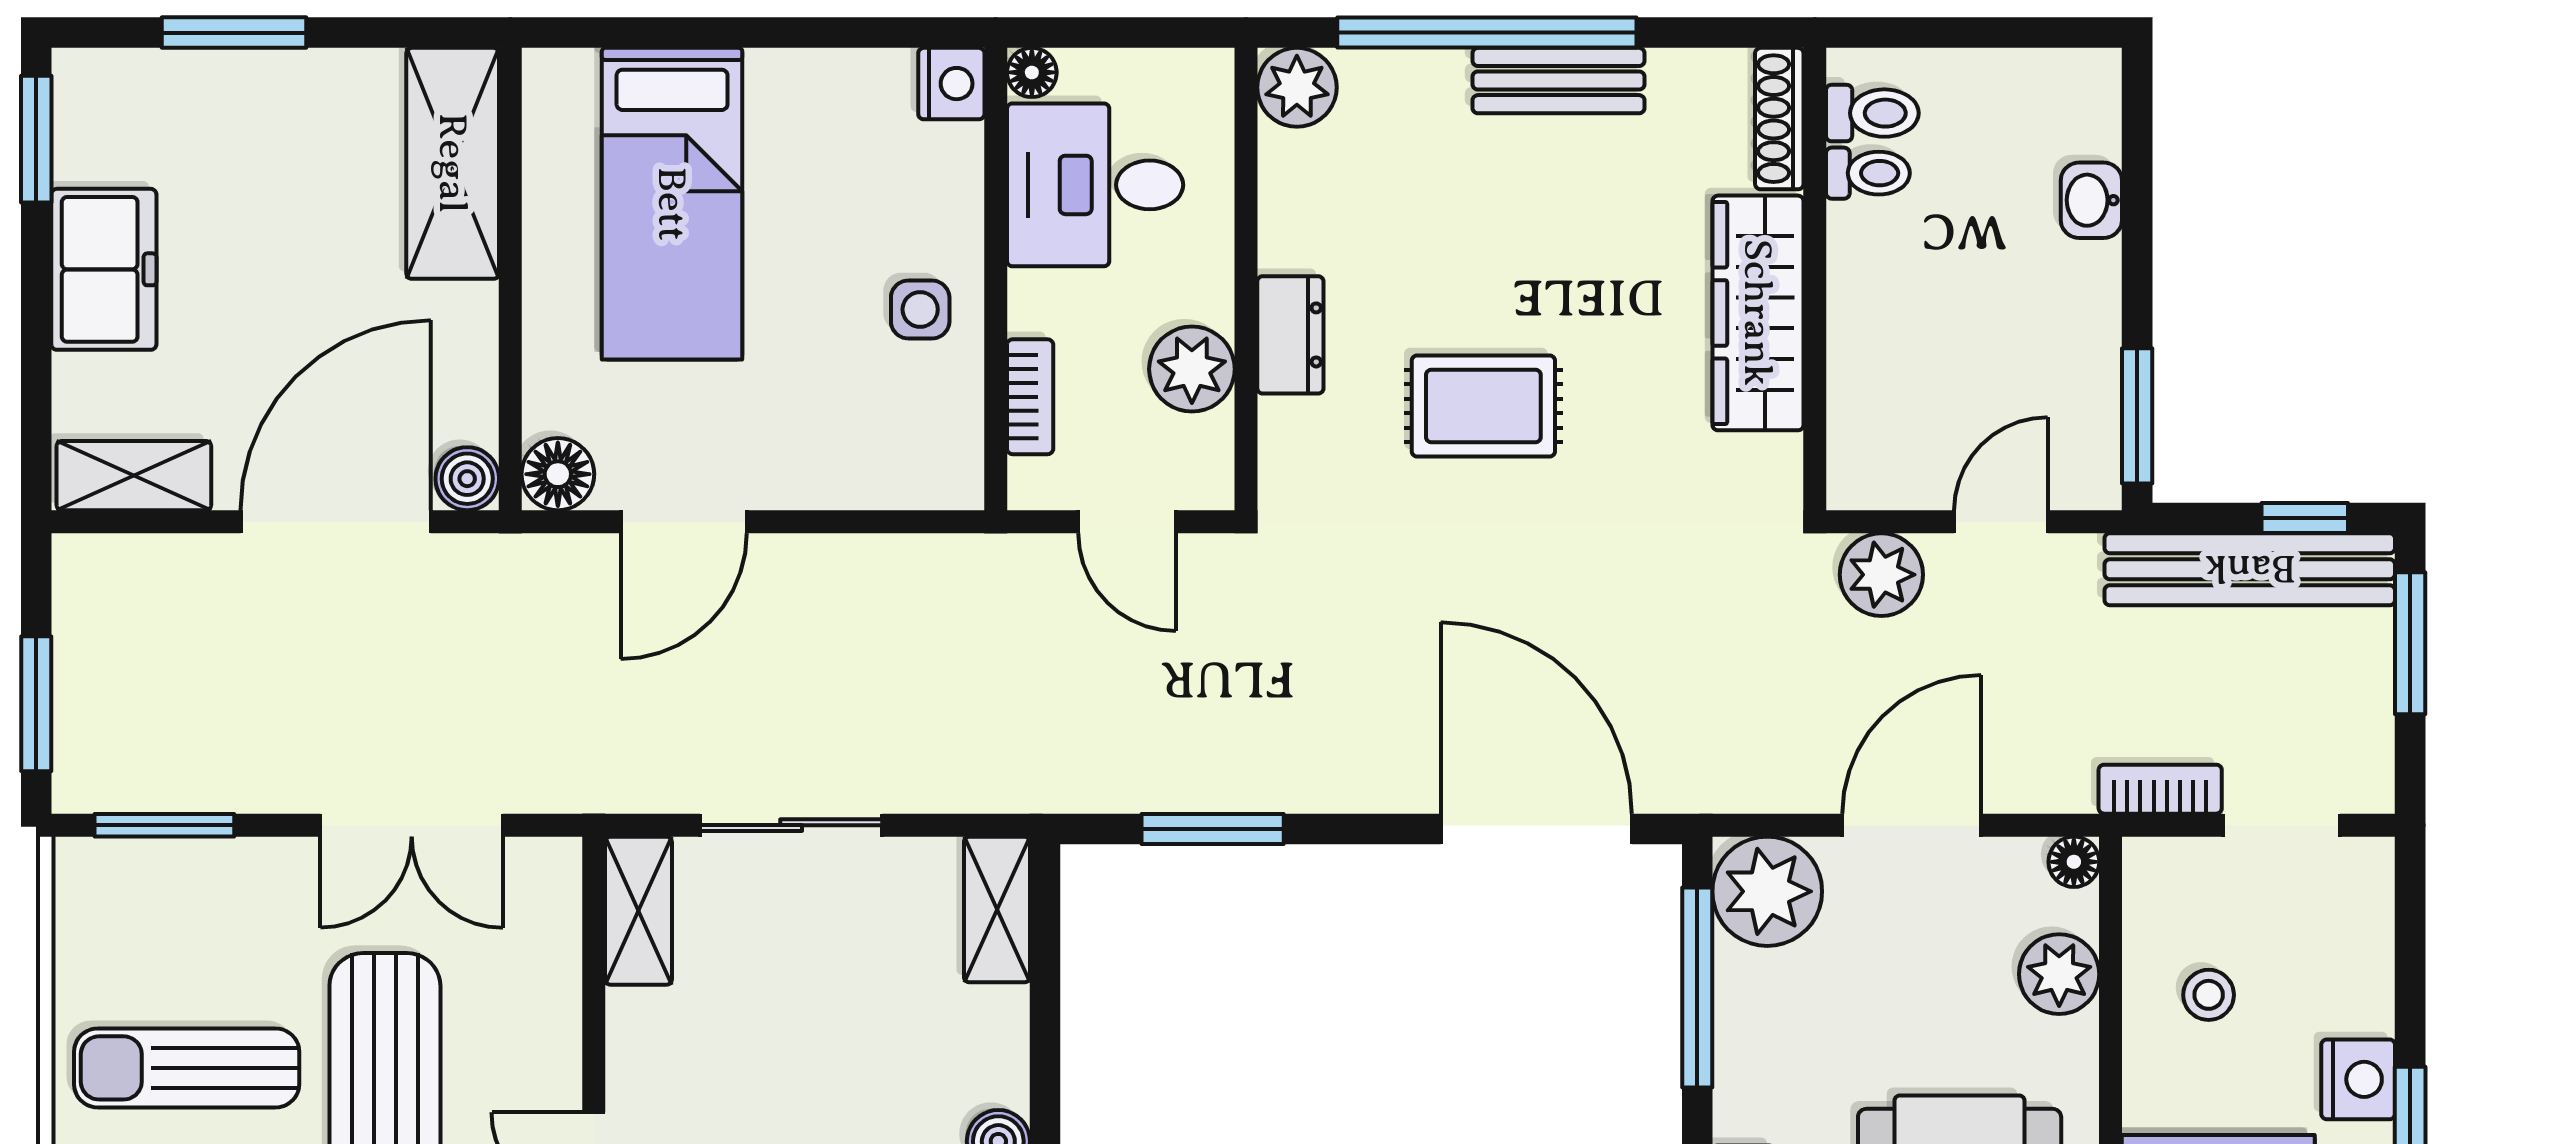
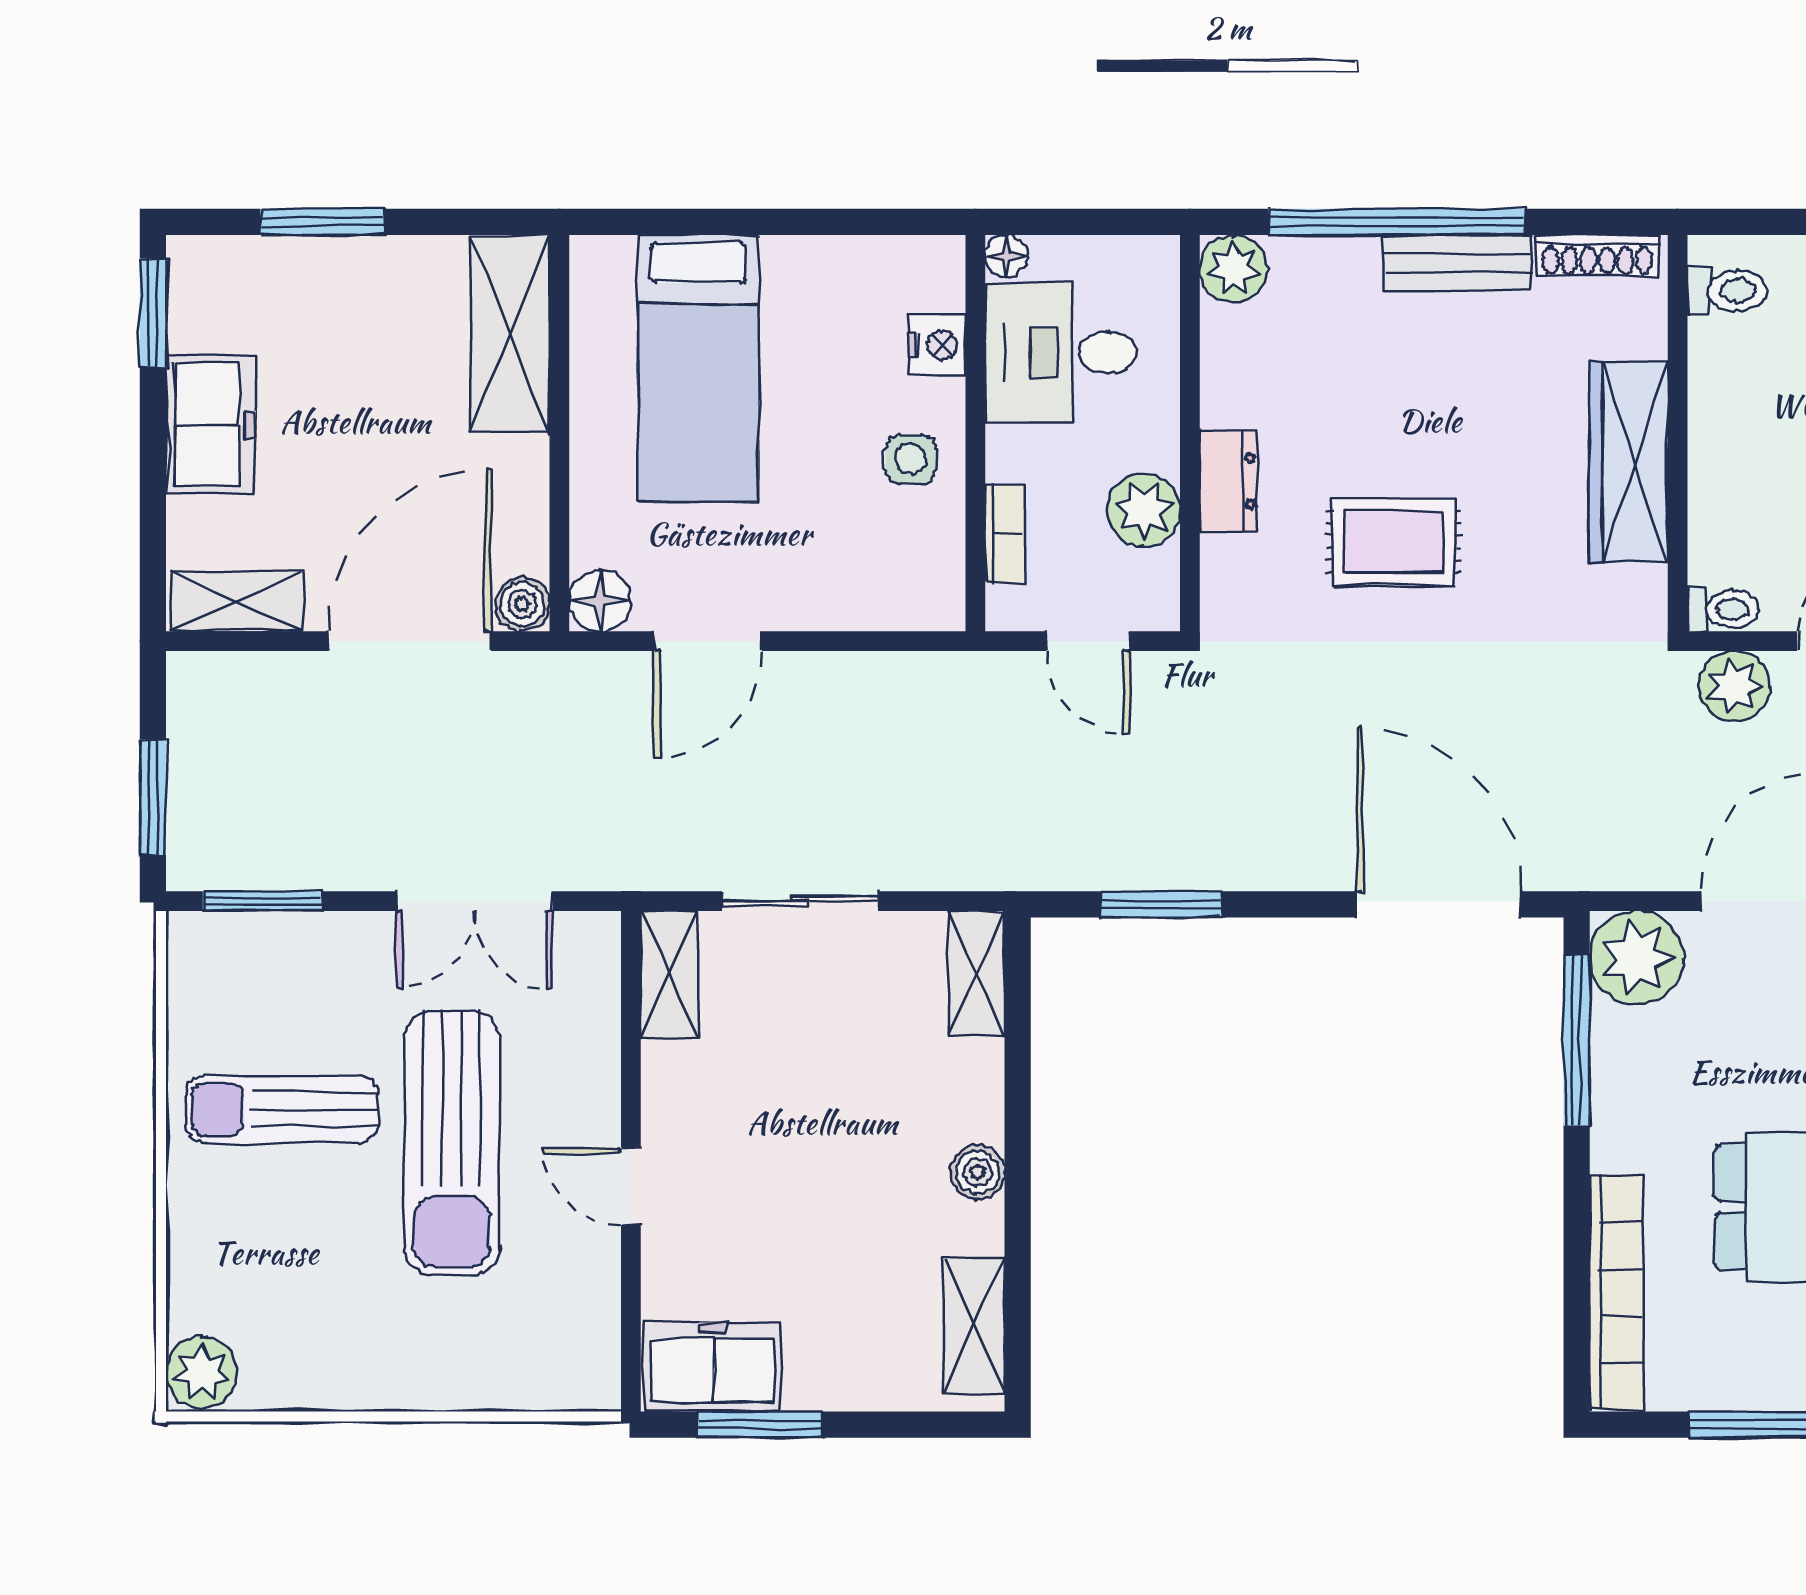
nightstand: (951, 84) -> (937, 345), moved
shoe rack: (1779, 119) -> (1597, 255), moved, turned -90
toilet: (1868, 173) -> (1723, 609), moved

